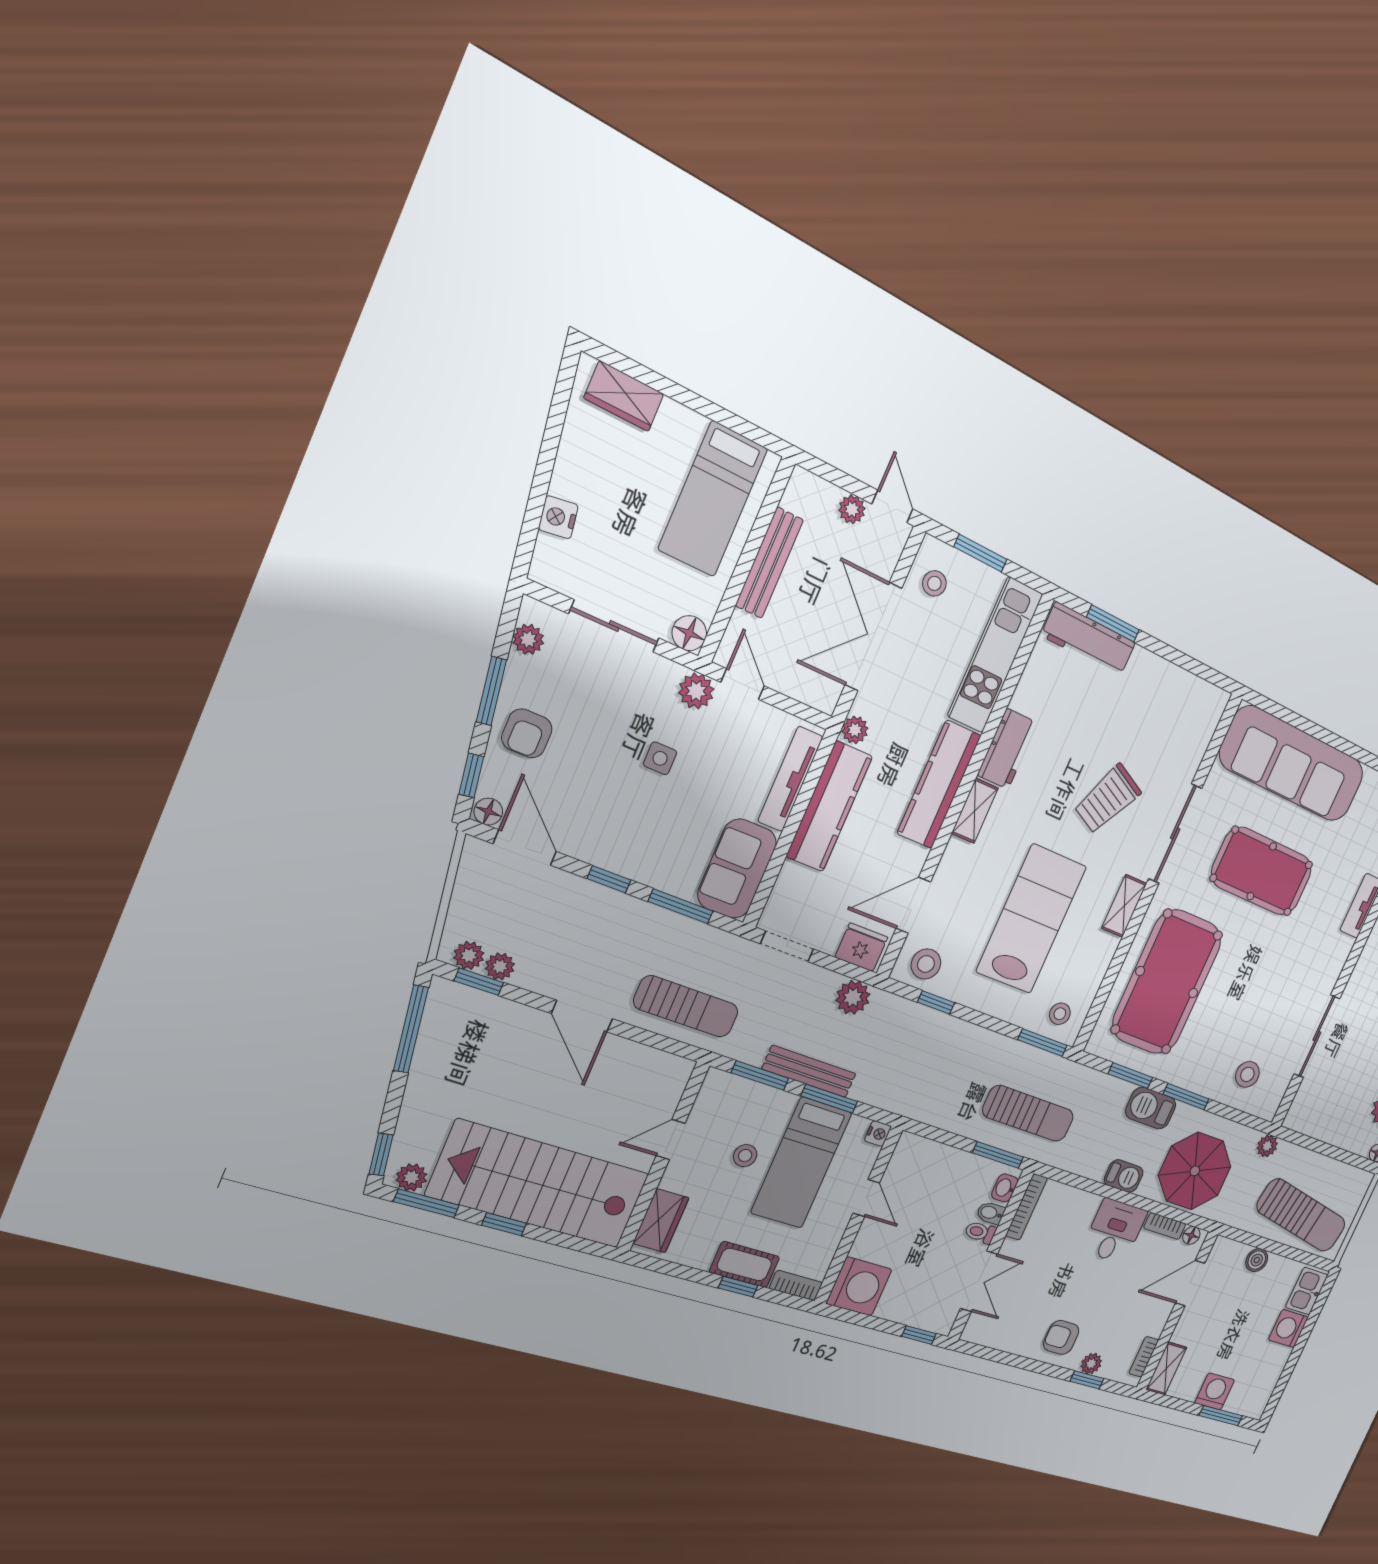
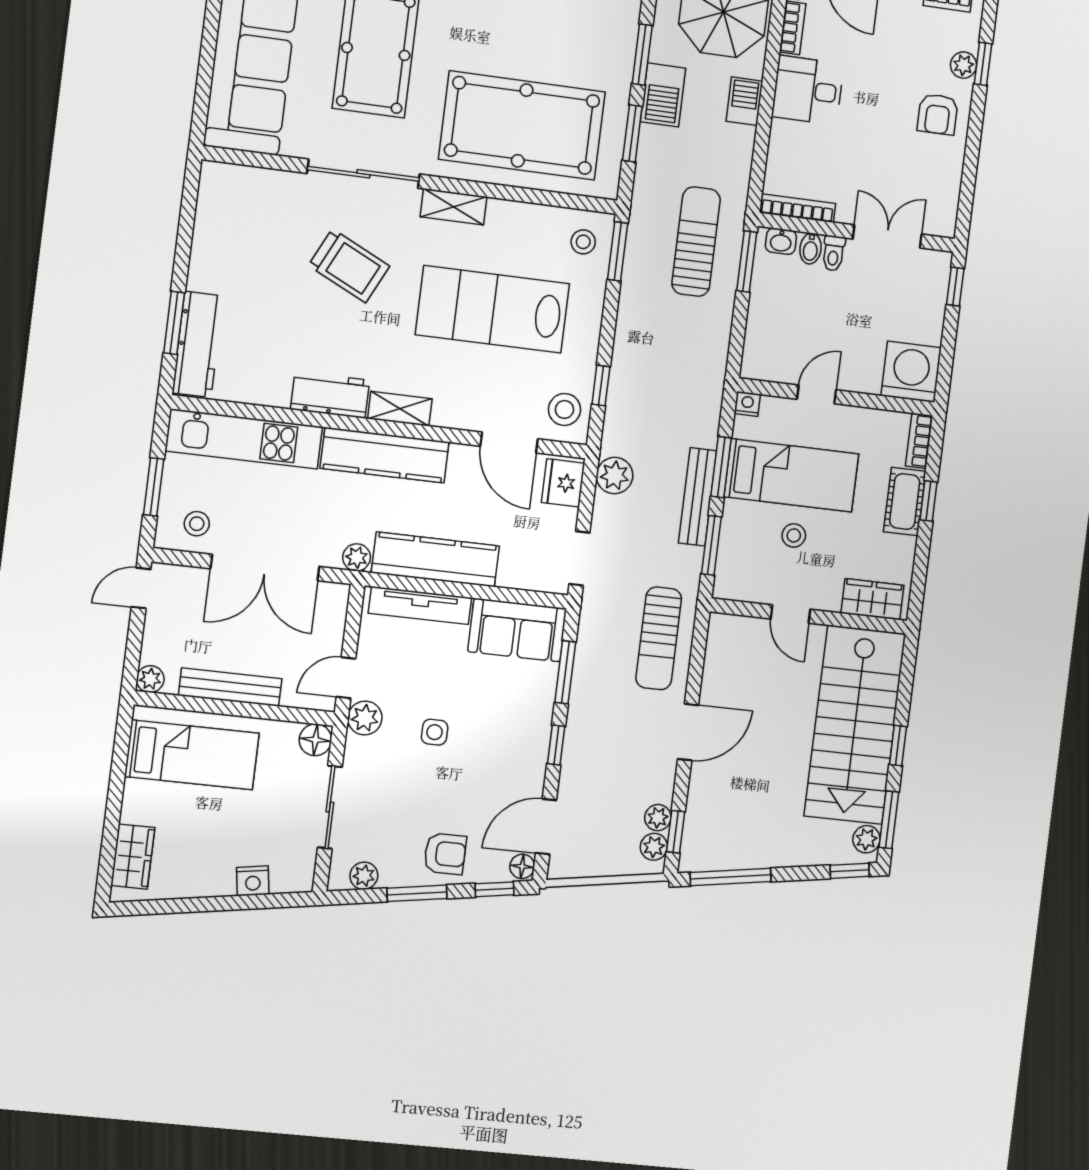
plant: (852, 509) -> (150, 679), moved
sun lounger: (686, 1006) -> (659, 638), turned 180

